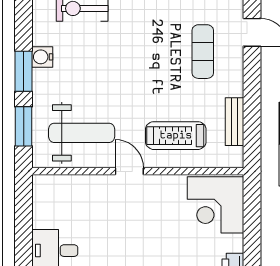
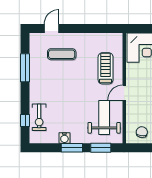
bench: (235, 122) -> (98, 38), removed
treadmill: (176, 136) -> (106, 68), turned 180
chair: (54, 205) -> (142, 132), added

